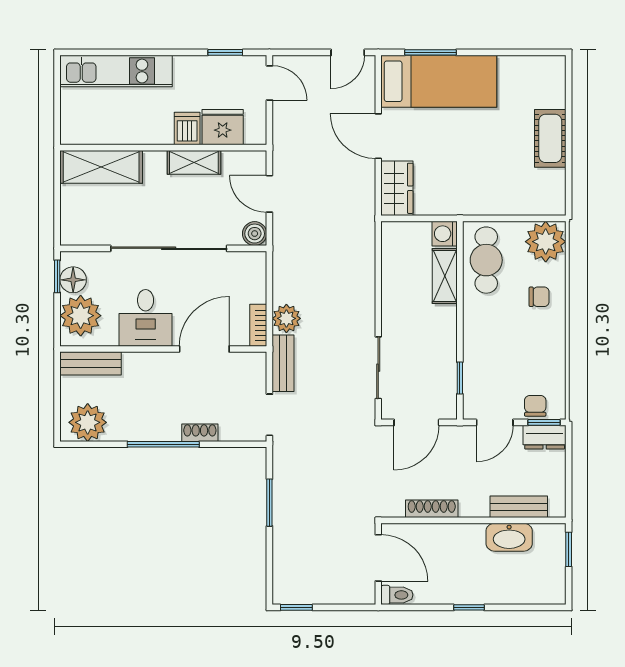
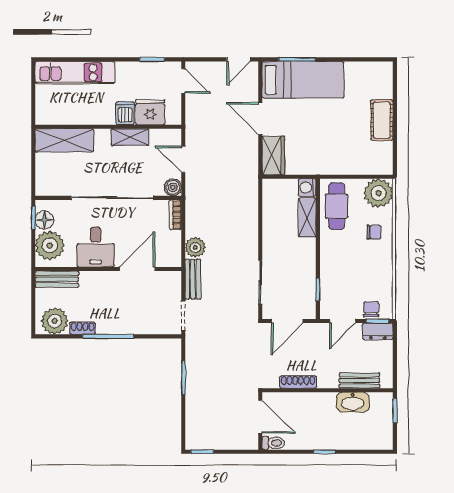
bookcase: (258, 325) -> (175, 215), moved
shoe rack: (200, 433) -> (82, 328), moved

